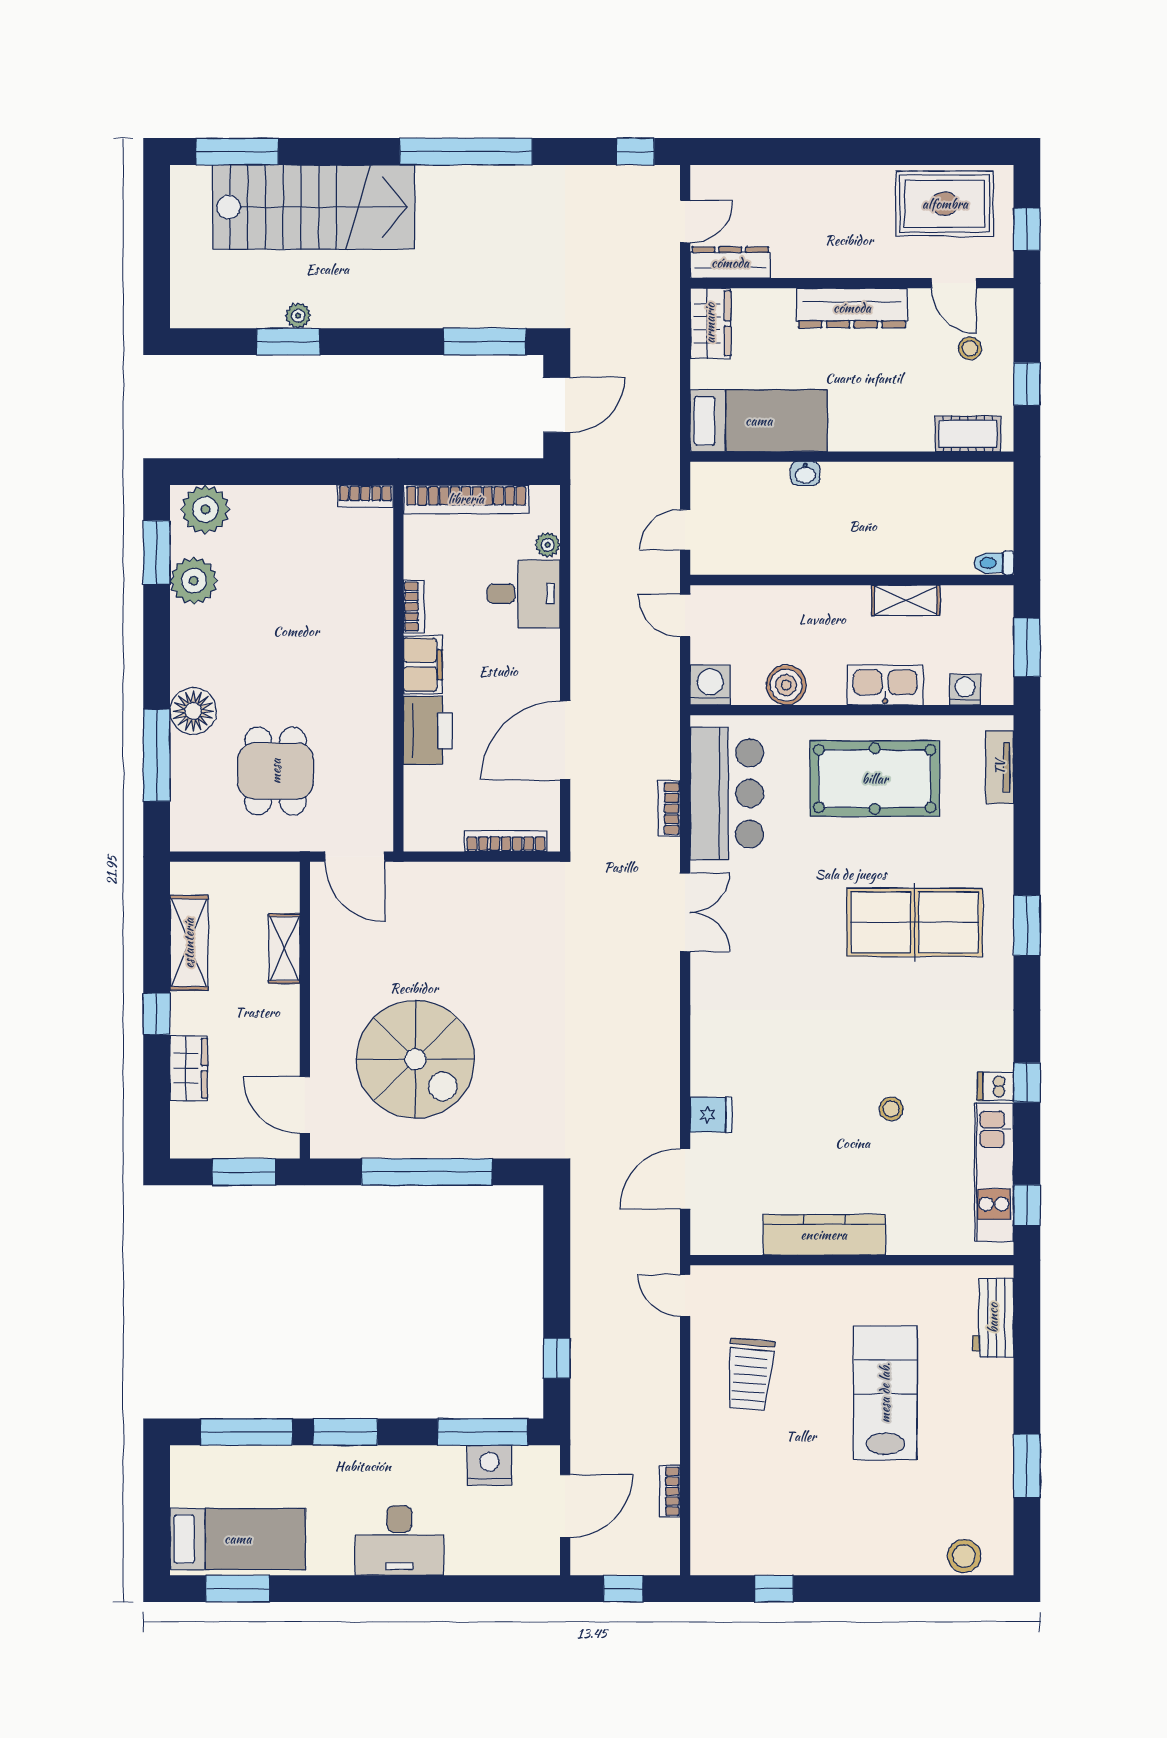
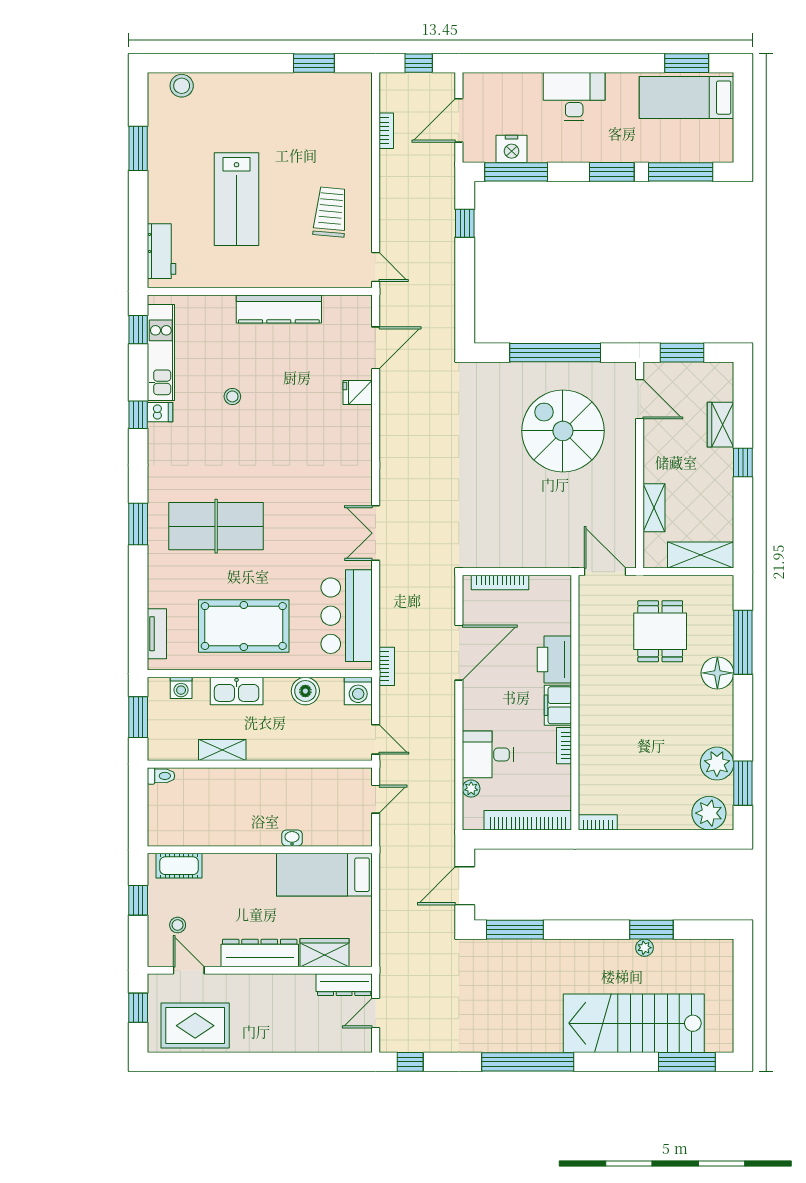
wardrobe: (710, 323) -> (325, 953), moved, turned 90
bookcase: (669, 809) -> (387, 666), moved
shelving: (189, 943) -> (701, 555), moved, turned 90
window: (774, 1589) -> (314, 63), width x1.50

